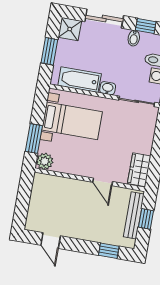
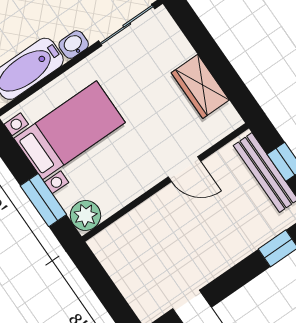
wardrobe: (139, 170) -> (200, 86), moved

